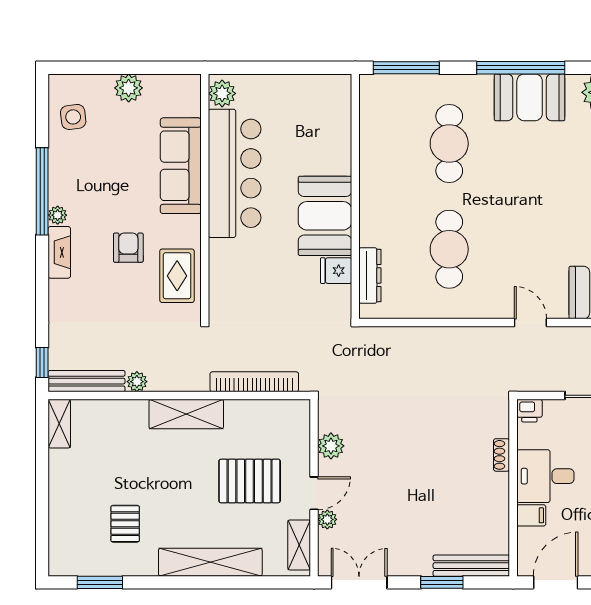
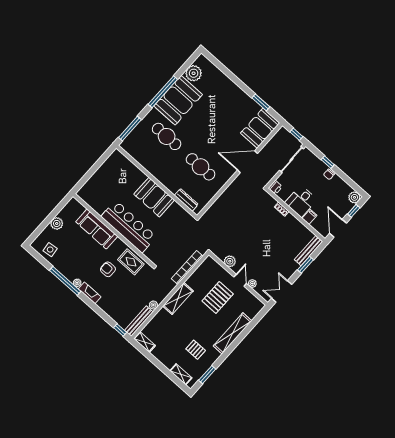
plant: (222, 93) -> (85, 195), removed
booth: (530, 97) -> (178, 100), width x1.36, depth x1.42
bar counter: (235, 173) -> (129, 227), moved
fridge: (336, 271) -> (175, 209), removed
door: (530, 323) -> (247, 162), width x1.88
shelving: (299, 545) -> (181, 374), moved

